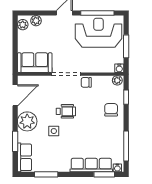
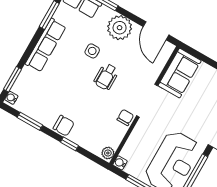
window: (126, 97) -> (70, 144), moved
chair: (111, 110) -> (64, 126), moved
window: (126, 146) -> (30, 121), width x0.69
row of seats: (91, 165) -> (46, 45), moved

